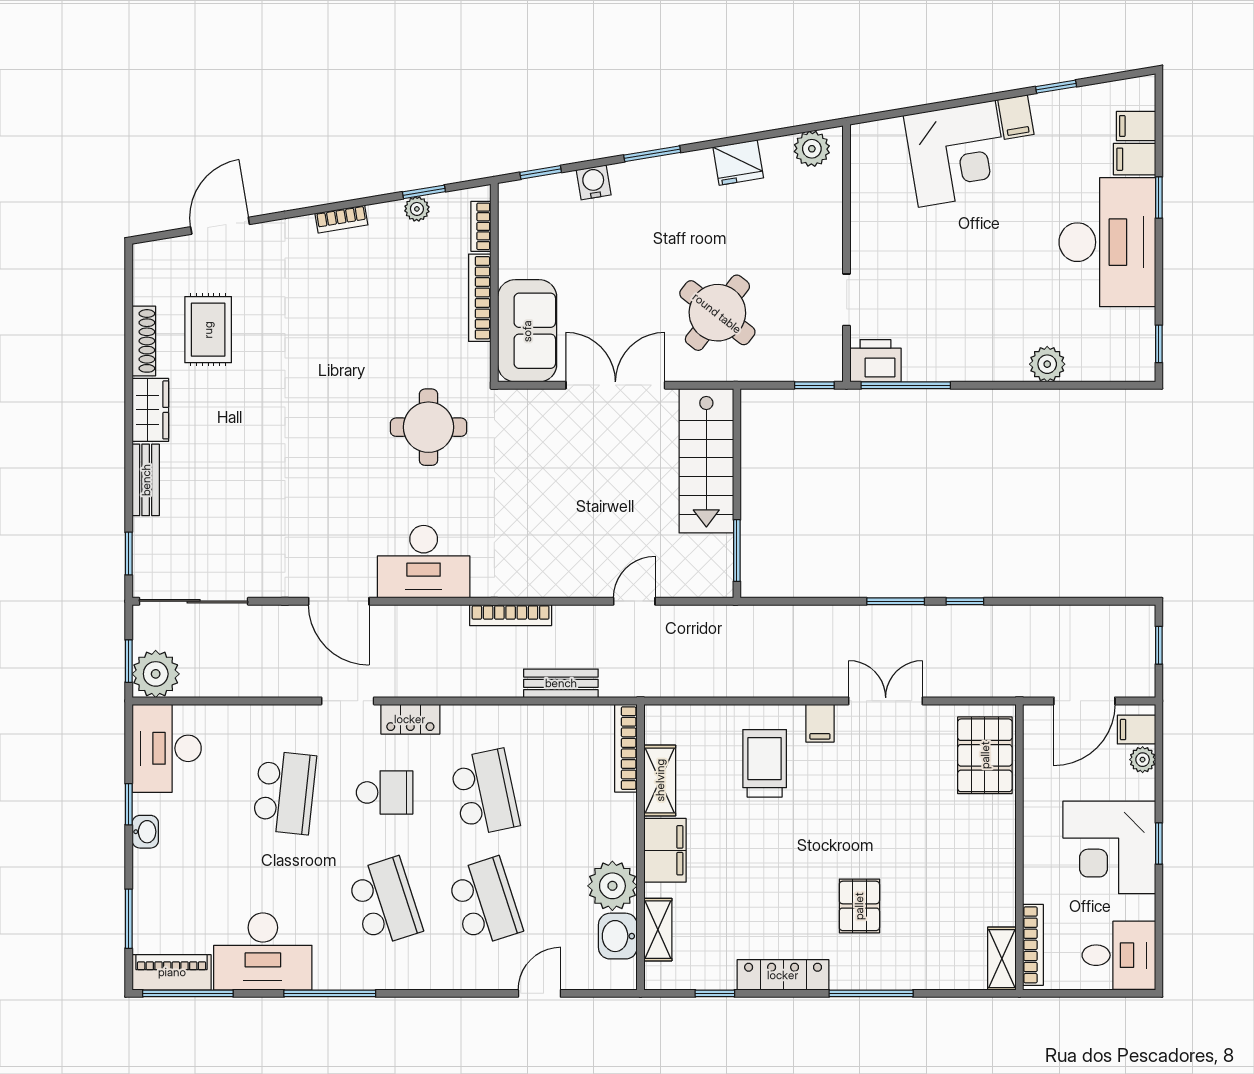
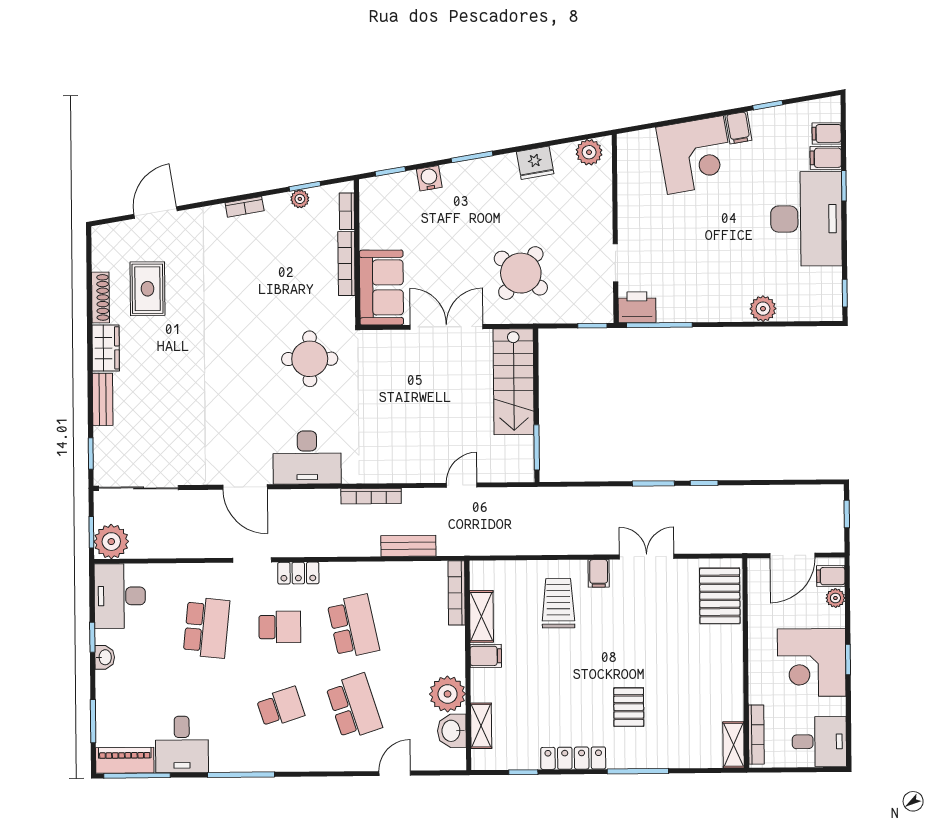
filing cabinet: (665, 850) -> (486, 656), width x0.50
school desk: (385, 902) -> (281, 707), width x0.54
desk: (263, 951) -> (182, 744), width x0.73

